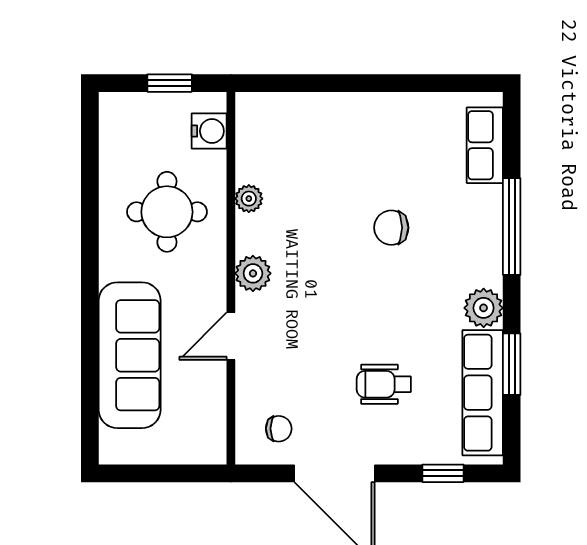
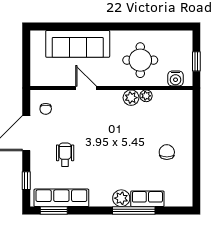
row of seats: (485, 145) -> (147, 199), moved
chair: (391, 228) -> (167, 152), moved
plant: (253, 273) -> (131, 98), moved
plant: (484, 308) -> (121, 198), moved
window: (512, 364) -> (54, 210), moved

